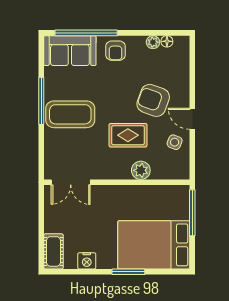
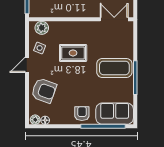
plant: (153, 42) -> (35, 120), moved
armchair: (153, 100) -> (44, 90), moved
door: (192, 119) -> (27, 65), swing flipped
plant: (141, 170) -> (42, 28), moved

